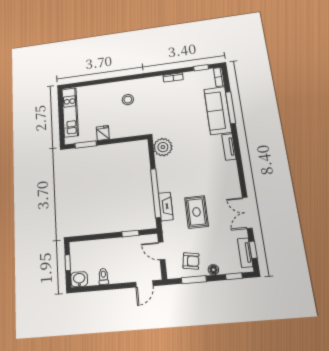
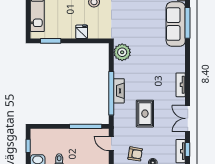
fridge: (103, 133) -> (82, 32), moved
tv unit: (229, 147) -> (181, 85), moved
fireplace: (166, 206) -> (119, 91), moved
window: (130, 234) -> (86, 126), width x2.17

